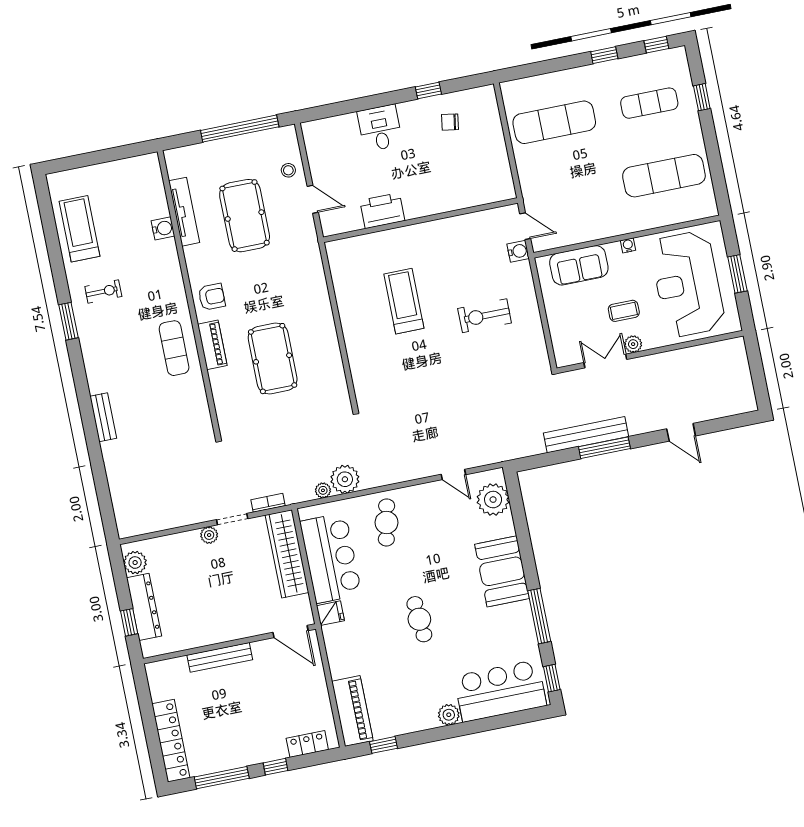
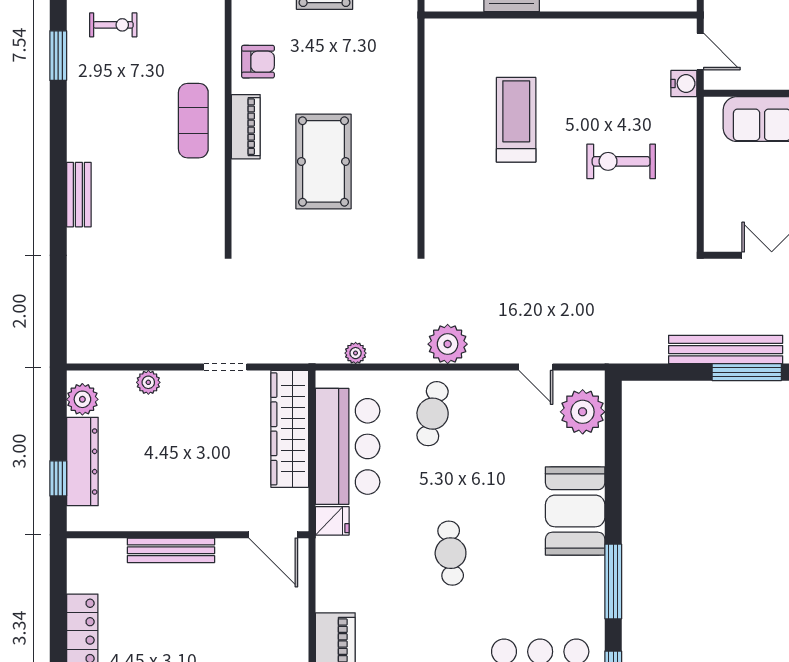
plant: (345, 479) -> (448, 344), moved
bookcase: (268, 503) -> (278, 355), removed
plant: (209, 535) -> (148, 382), moved

